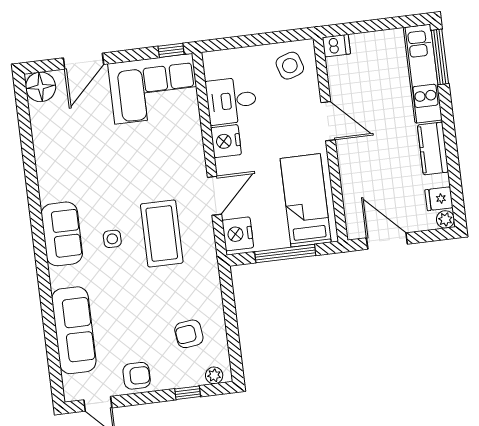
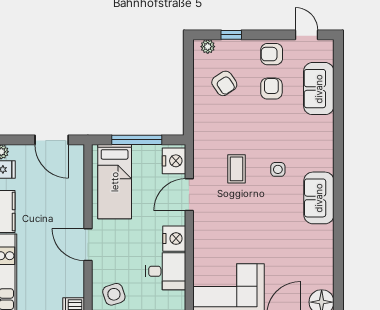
coffee table: (162, 233) -> (237, 169), width x0.54, depth x0.58
sofa: (62, 234) -> (319, 198), moved
sofa: (74, 330) -> (319, 89), width x0.73
armchair: (189, 334) -> (224, 83), turned 63
armchair: (132, 335) -> (271, 89), added

